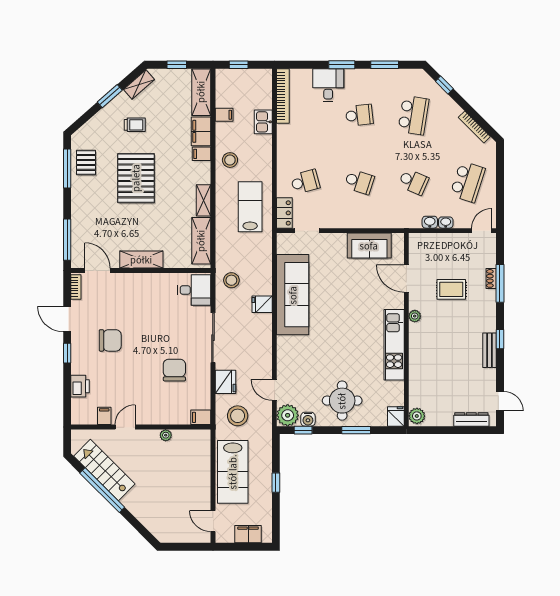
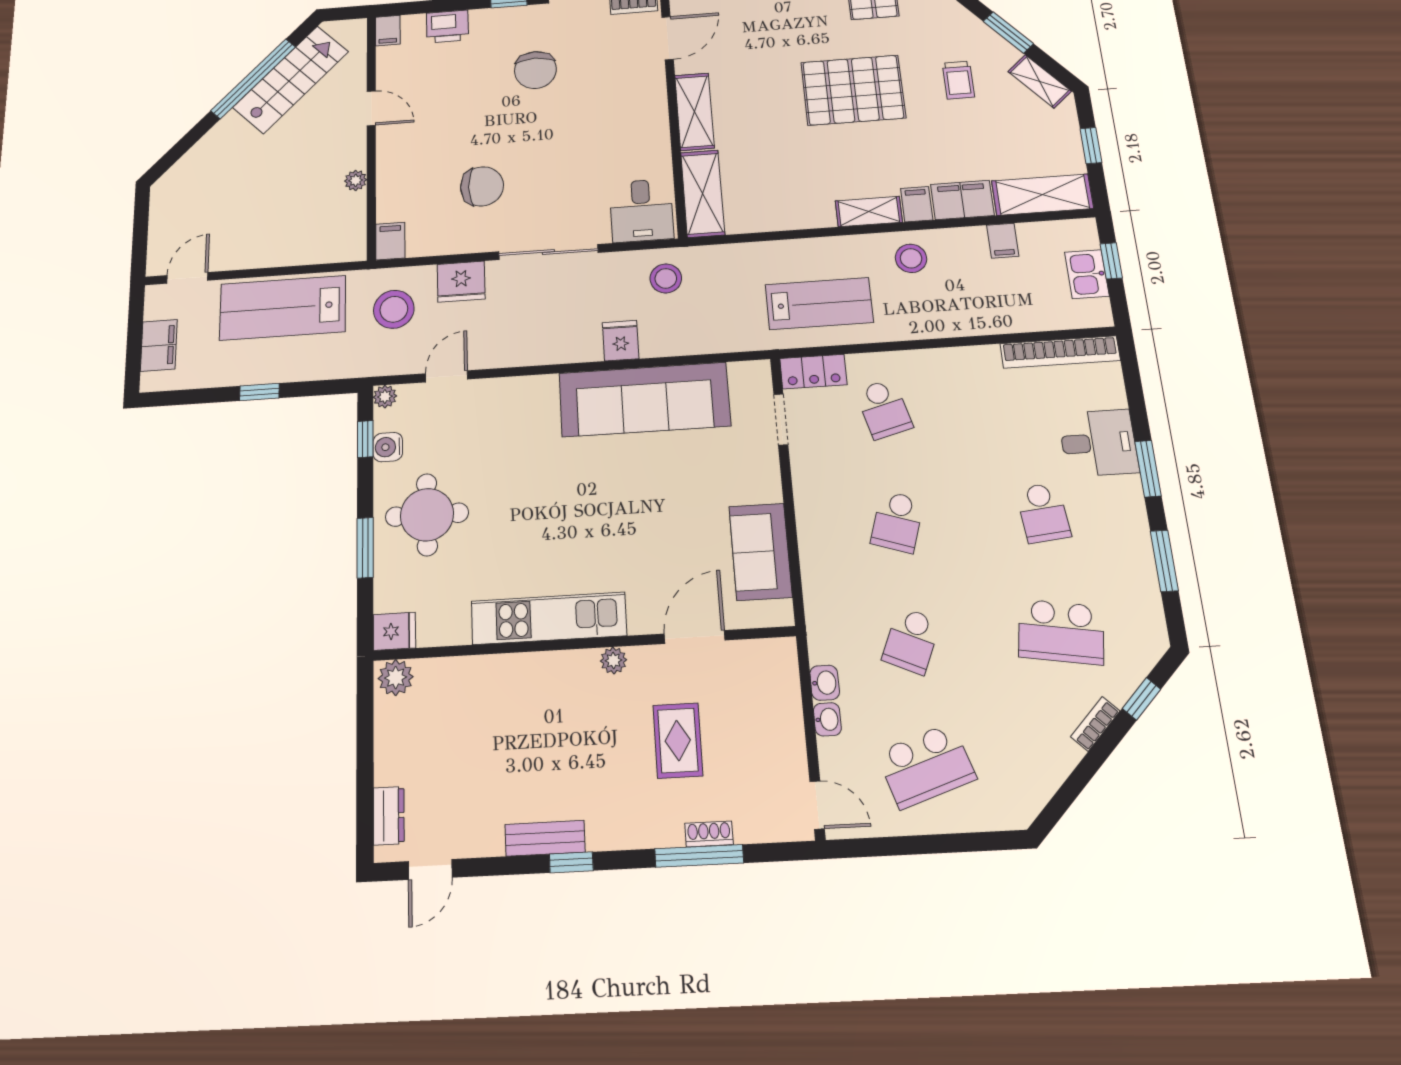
kitchen sink: (263, 122) -> (1087, 274), moved, turned -90
bookcase: (474, 127) -> (1095, 724), moved, width x0.64
school desk: (468, 182) -> (926, 766), turned -36
shelving: (204, 200) -> (869, 212), moved
shelving: (201, 241) -> (703, 194), moved, turned 90
plant: (288, 415) -> (385, 397), width x0.53, depth x0.53
filing cabinet: (104, 416) -> (388, 31), moved, turned 90
dresser: (471, 419) -> (389, 816), width x0.70

